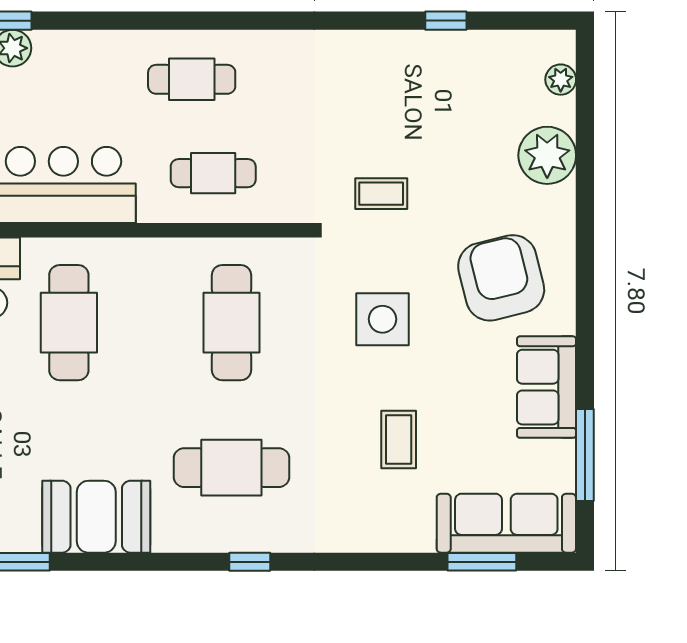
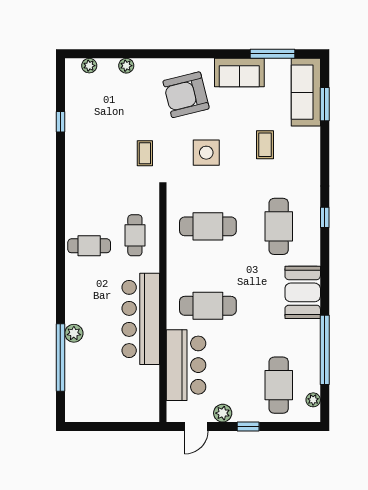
cafe table: (192, 79) -> (89, 246), turned 90
plant: (547, 155) -> (126, 66), width x0.53, depth x0.53
coffee table: (399, 440) -> (265, 145), turned 90

